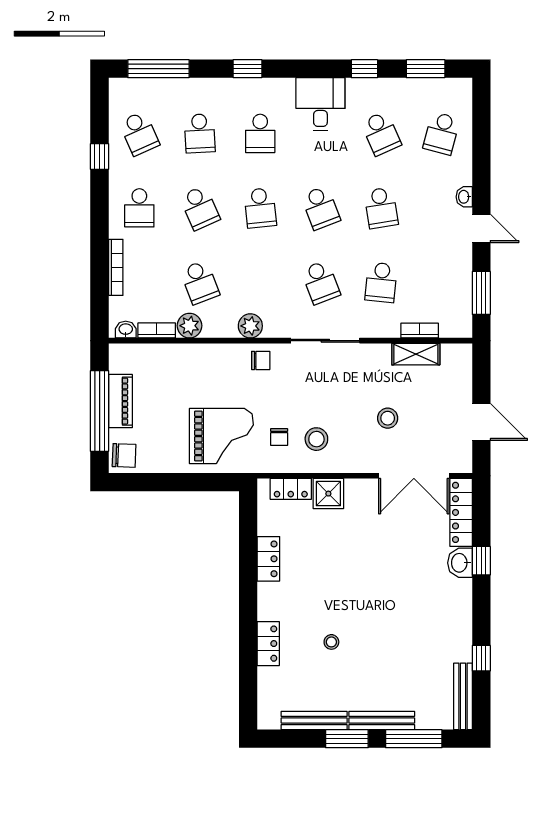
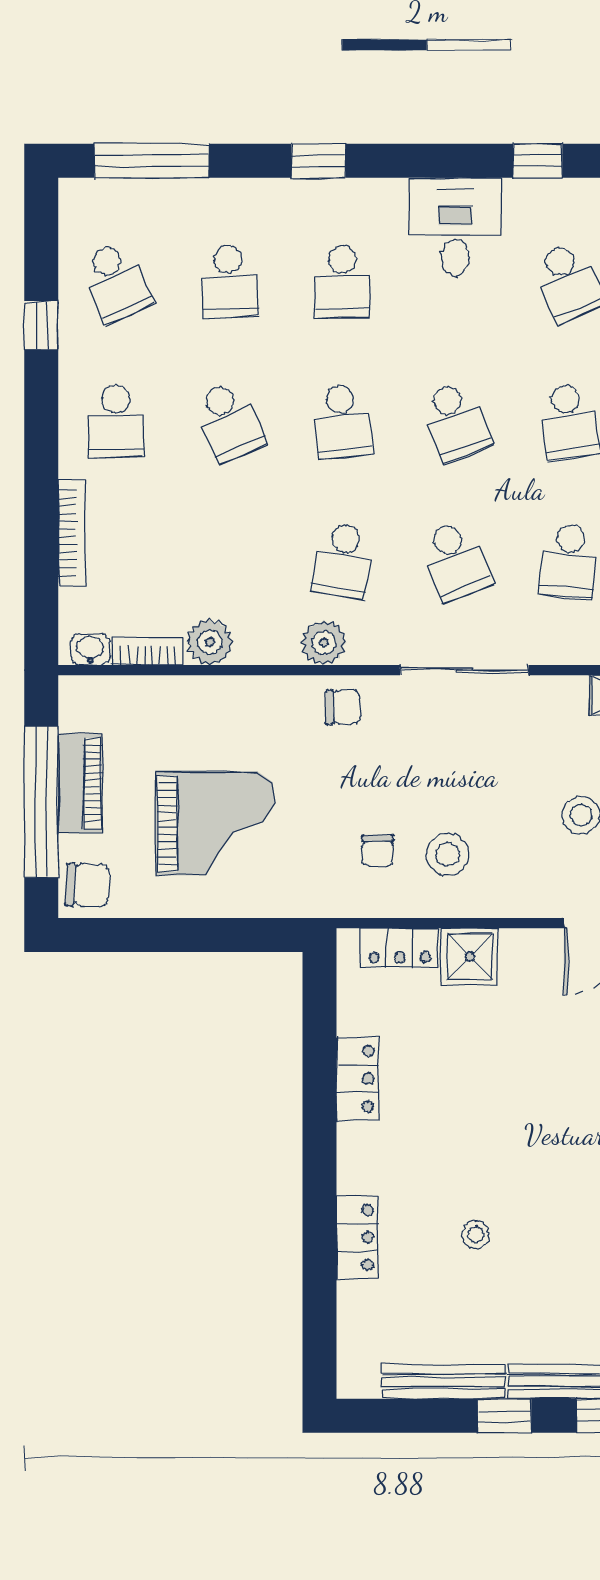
school desk: (200, 282) -> (342, 561), moved, turned 30
grand piano: (221, 436) -> (215, 824), moved
window: (347, 739) -> (505, 1416), width x0.67

